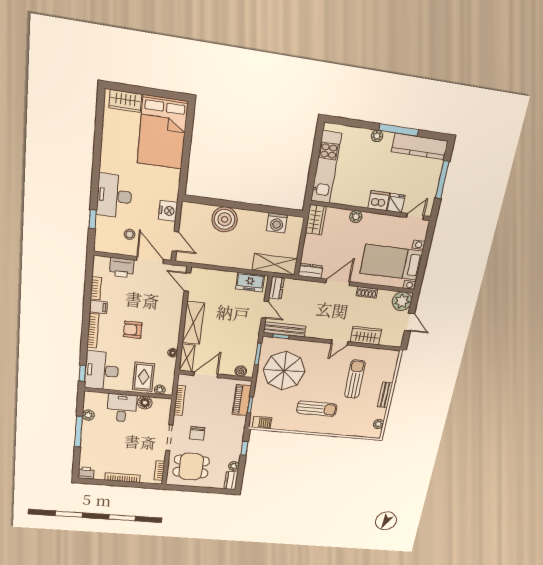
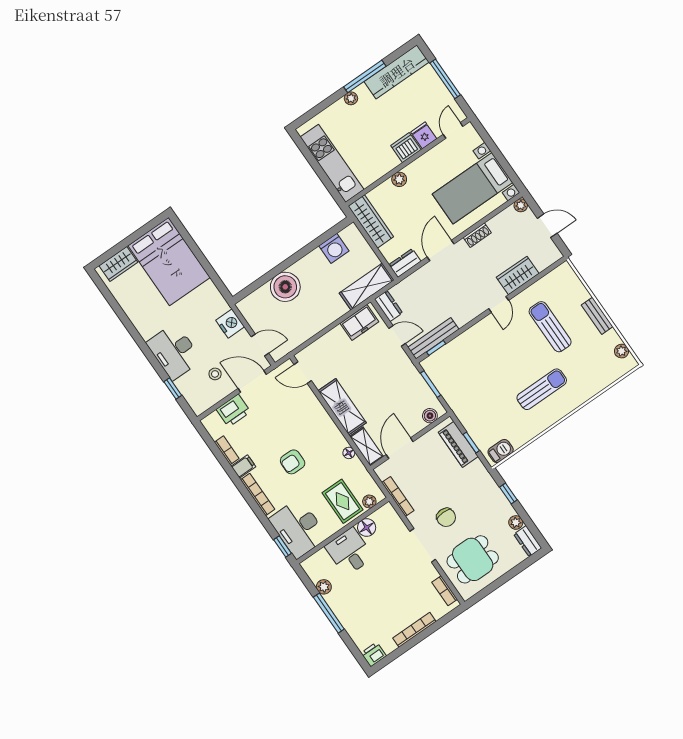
wardrobe: (316, 220) -> (371, 222), width x1.50
plant: (402, 301) -> (521, 205), width x0.53, depth x0.53
parasol: (284, 371) -> (472, 379), removed

